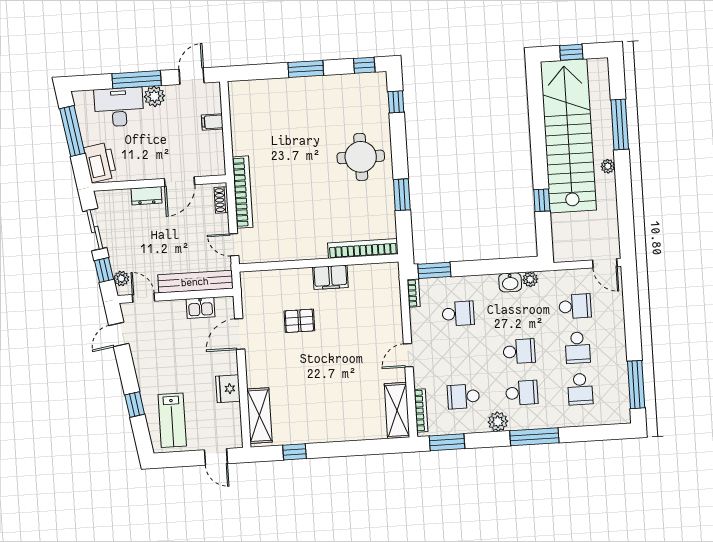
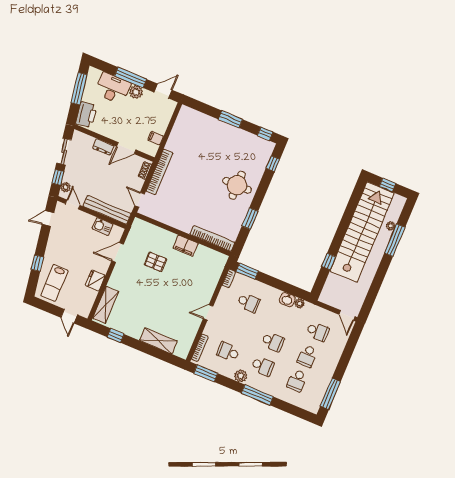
filing cabinet: (212, 122) -> (156, 138), moved
plant: (608, 166) -> (391, 226), moved
shelving: (397, 410) -> (158, 341), moved, turned 90

